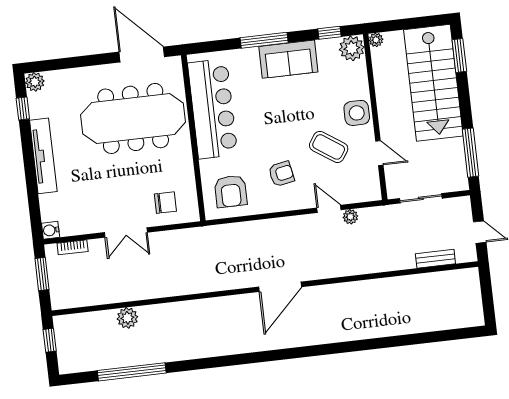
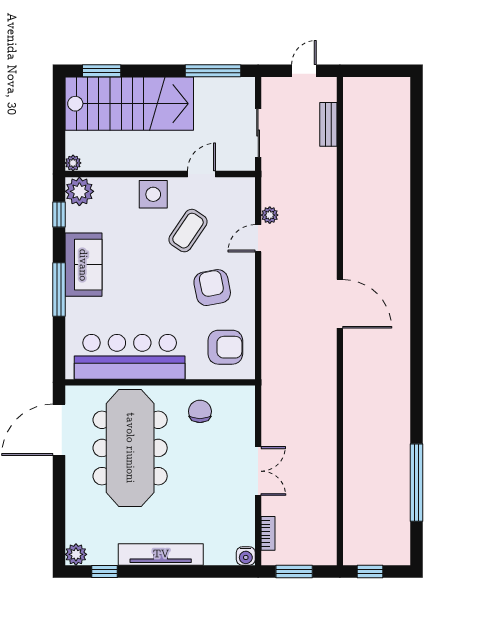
armchair: (281, 174) -> (212, 288), width x1.38, depth x1.38
chair: (165, 203) -> (200, 411), moved
plant: (127, 318) -> (355, 480), removed

